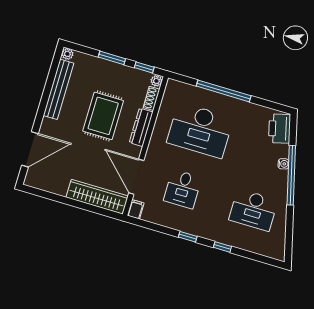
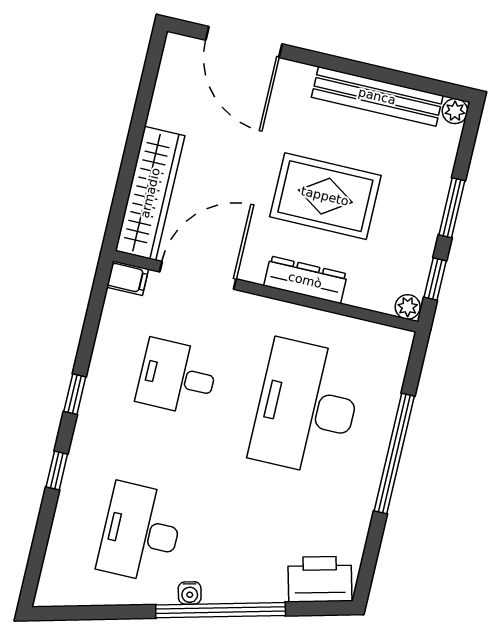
shoe rack: (151, 98) -> (369, 298), removed
water cooler: (283, 164) -> (190, 593), moved

